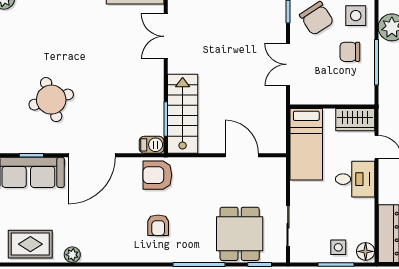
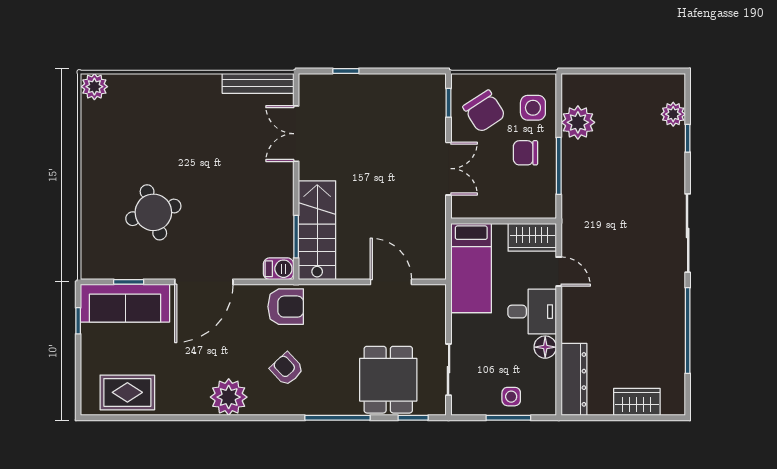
double door: (288, 64) -> (449, 169), swing flipped
armchair: (157, 175) -> (286, 307), turned 180
armchair: (158, 225) -> (287, 369), turned 137
floor lamp: (366, 251) -> (545, 347), moved
plant: (72, 255) -> (229, 397), moved, width x1.88, depth x1.88

